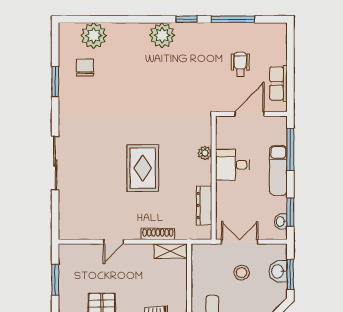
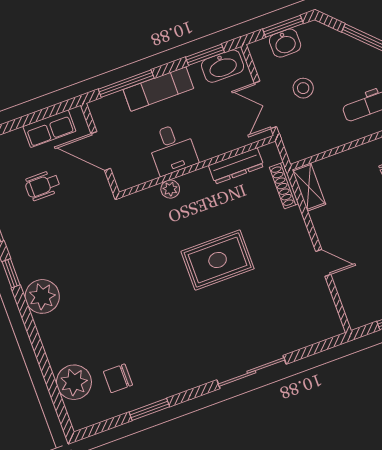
washbasin: (281, 222) -> (223, 66), width x1.91, depth x1.45
shoe rack: (158, 234) -> (284, 186), moved

